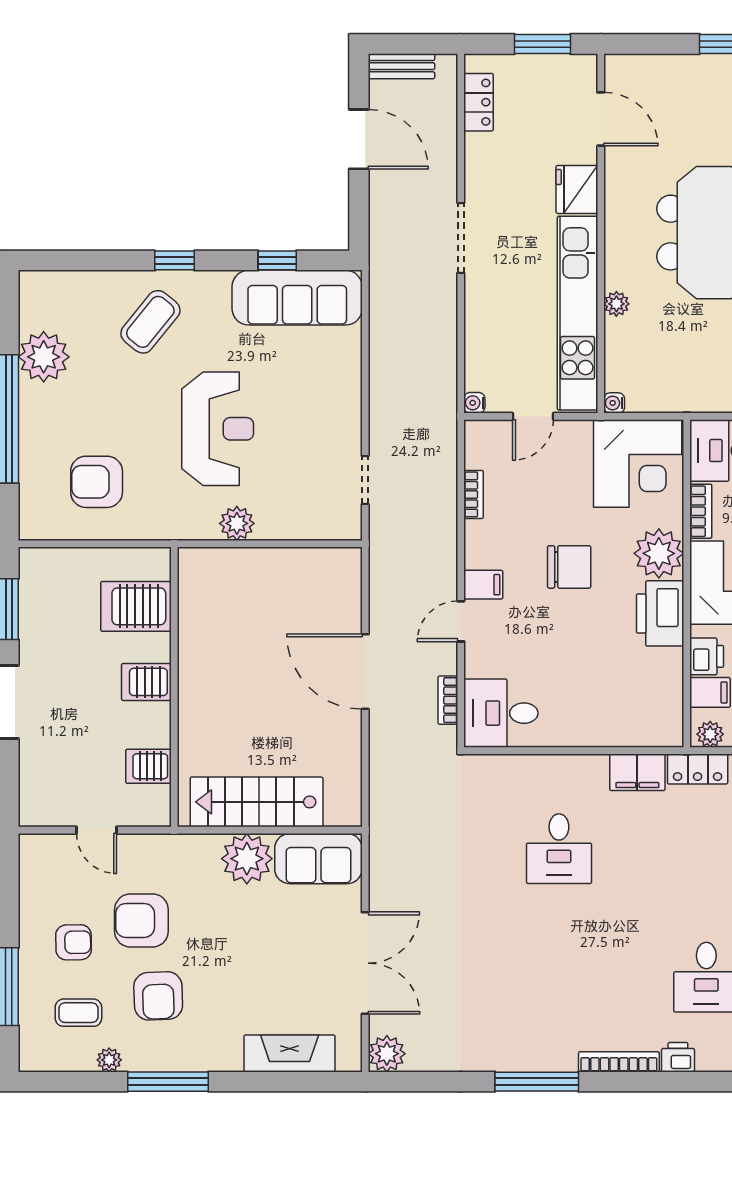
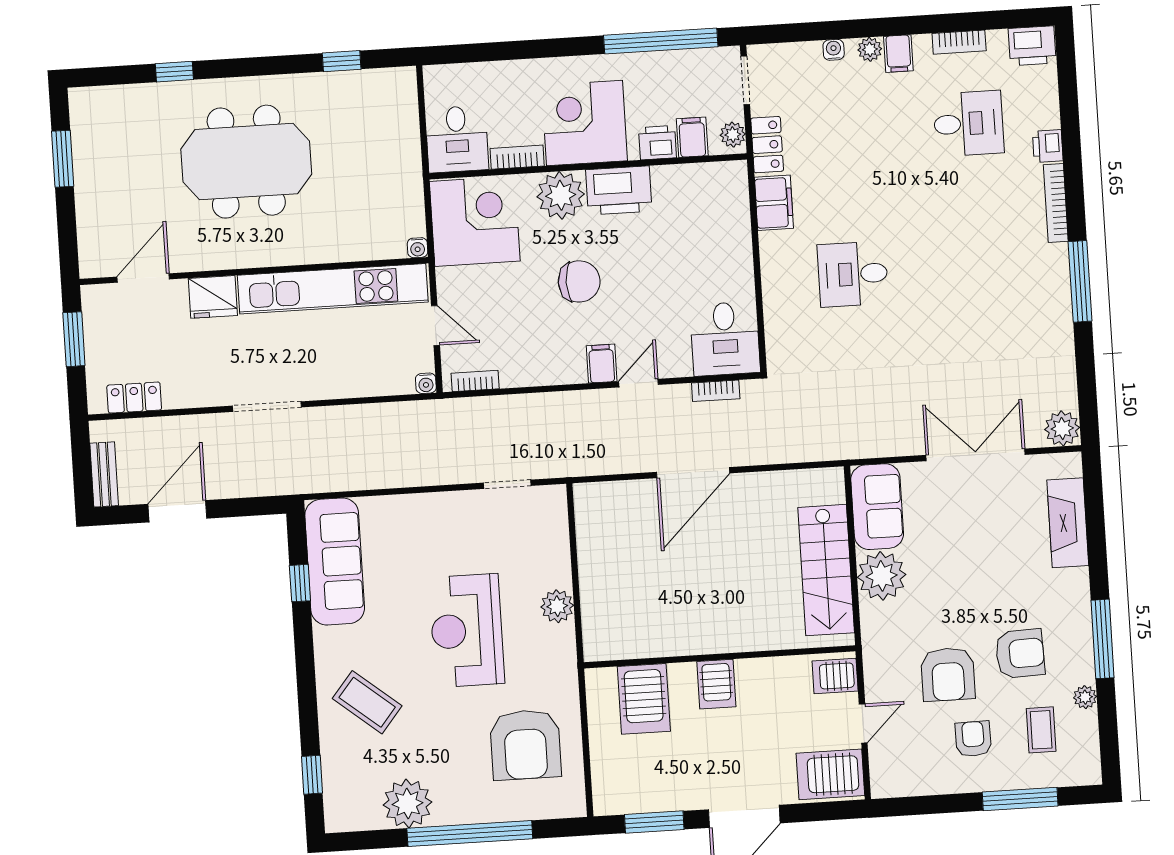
window: (175, 260) -> (312, 775), moved
plant: (616, 304) -> (321, 252), removed
reception desk: (218, 429) -> (467, 631), turned -90
armchair: (97, 482) -> (525, 745), width x1.36, depth x1.36
bookcase: (474, 494) -> (475, 381), moved
chair: (569, 567) -> (579, 281), turned 90
door: (461, 621) -> (638, 383), swing flipped
server rack: (148, 766) -> (835, 676), moved, turned 90
server rack: (46, 793) -> (830, 774), added
desk: (559, 849) -> (853, 274), turned 180

